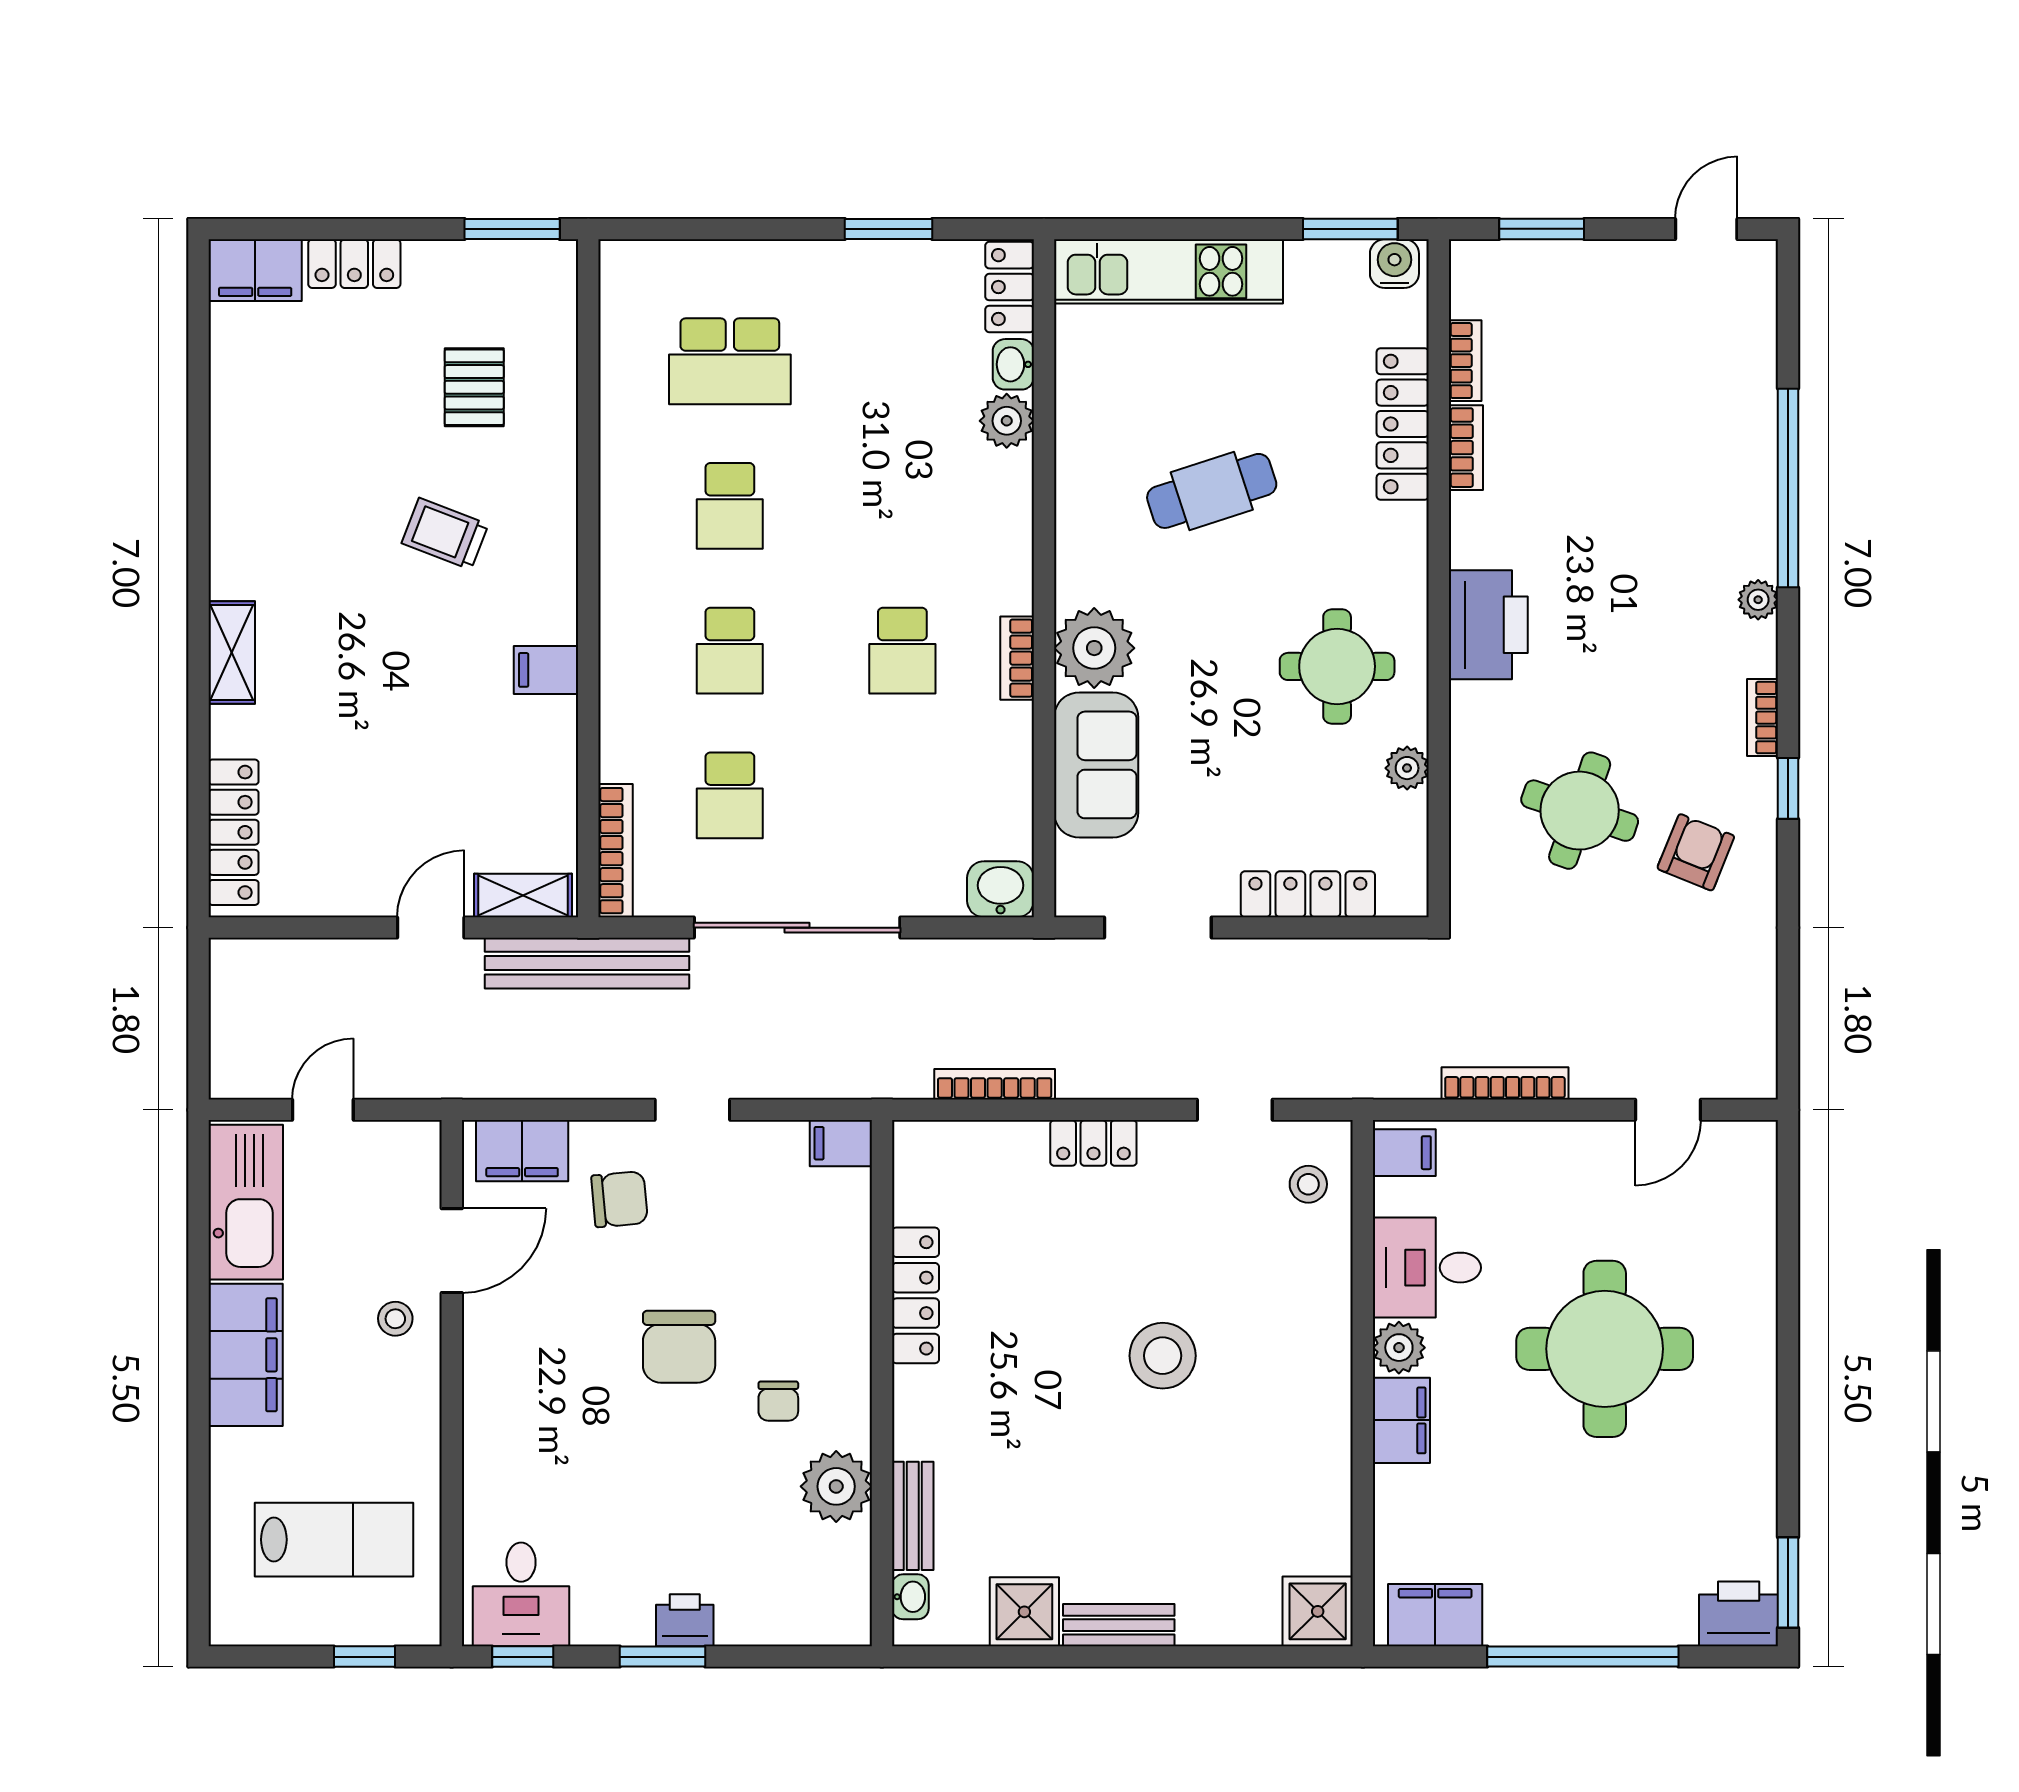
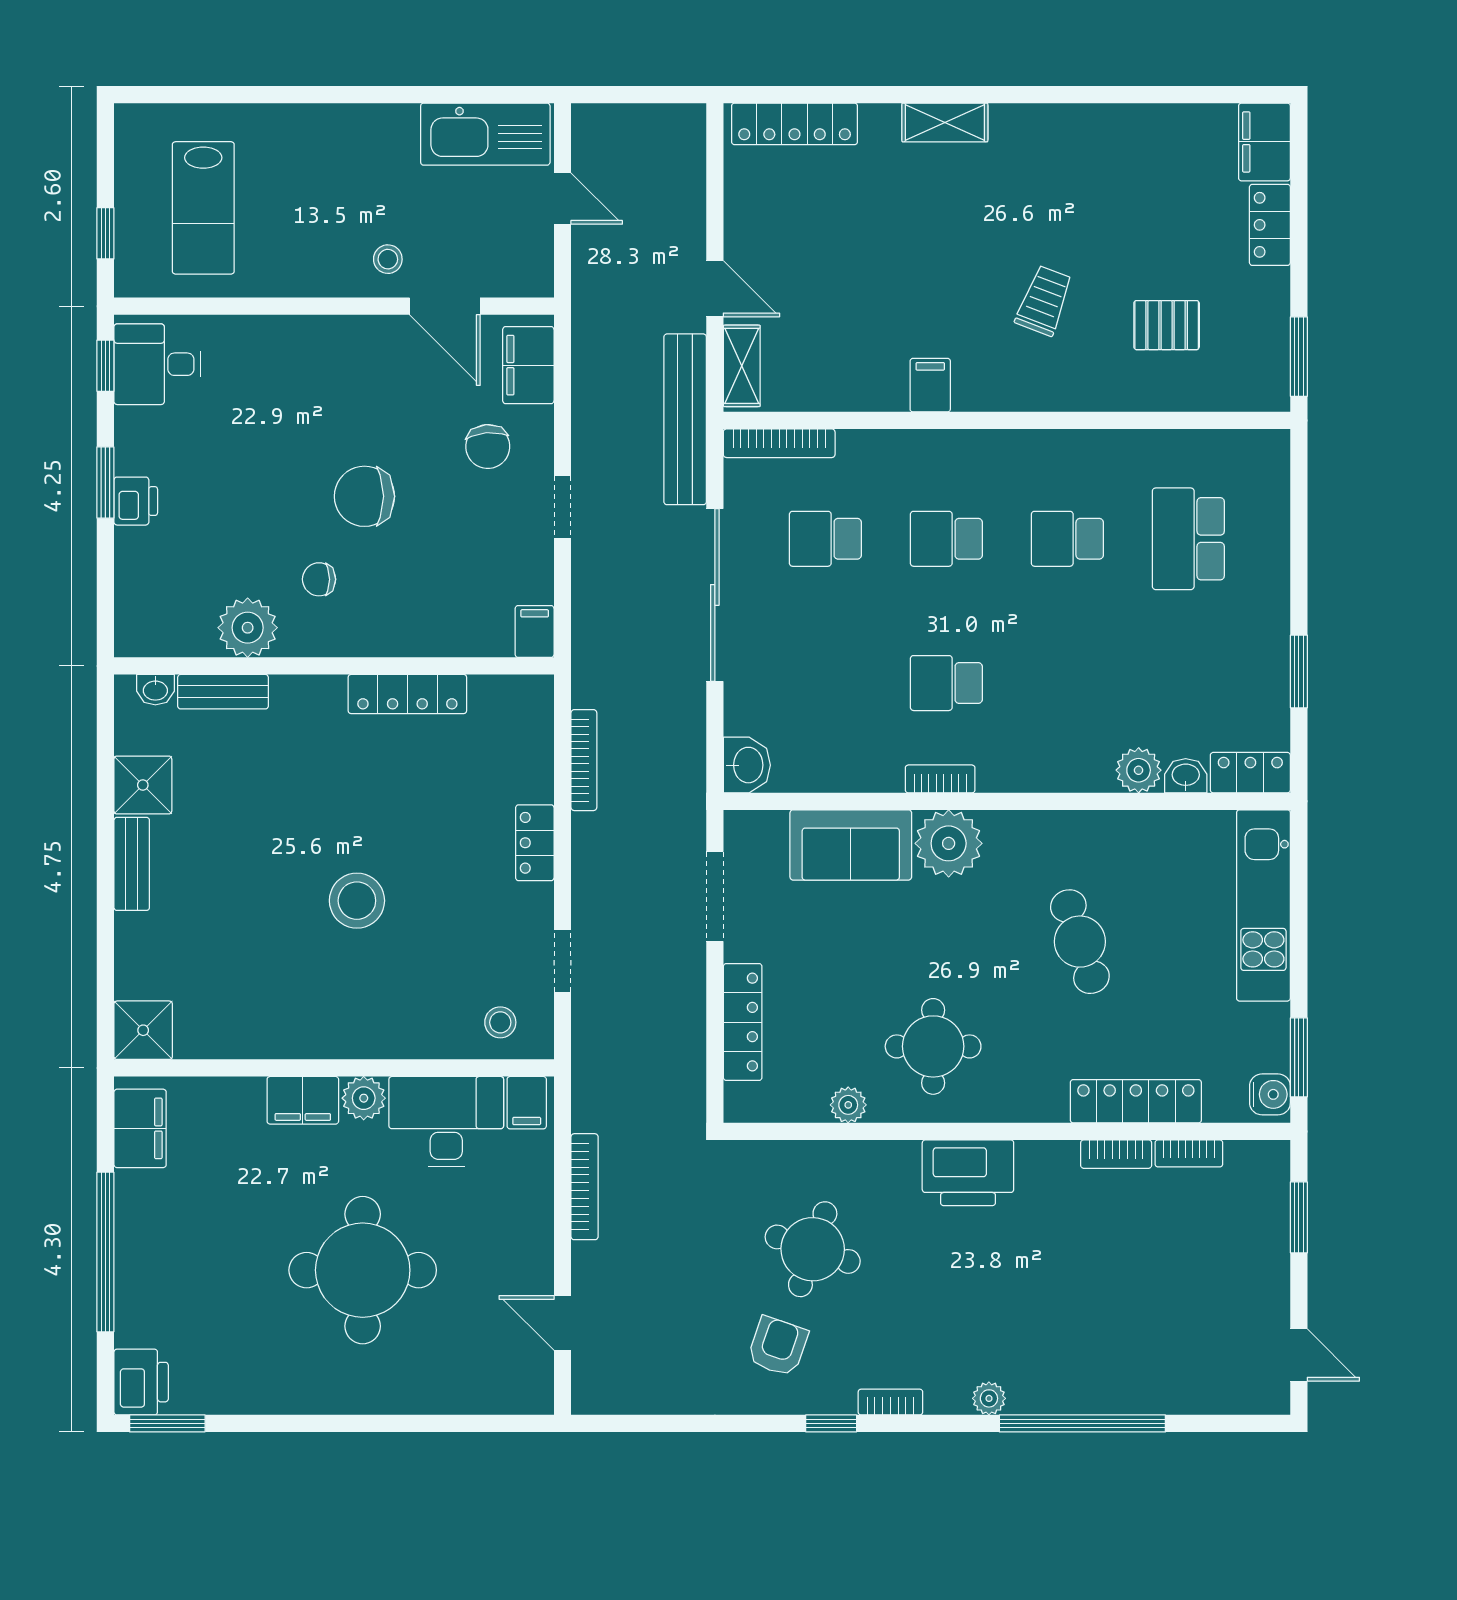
armchair: (1696, 852) -> (778, 1346), turned -93
desk: (1427, 1268) -> (446, 1122), width x1.37
filing cabinet: (246, 1355) -> (358, 134), removed

